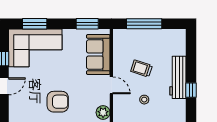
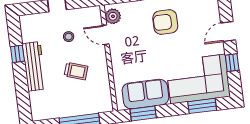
sofa: (98, 54) -> (145, 94), moved, turned -90
door: (111, 85) -> (106, 35), moved

